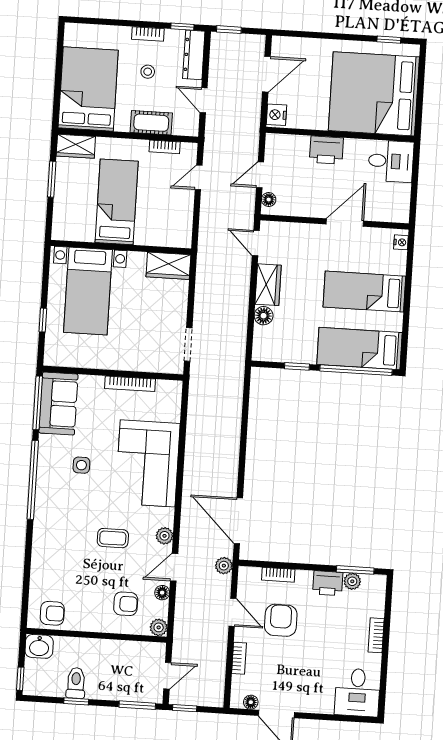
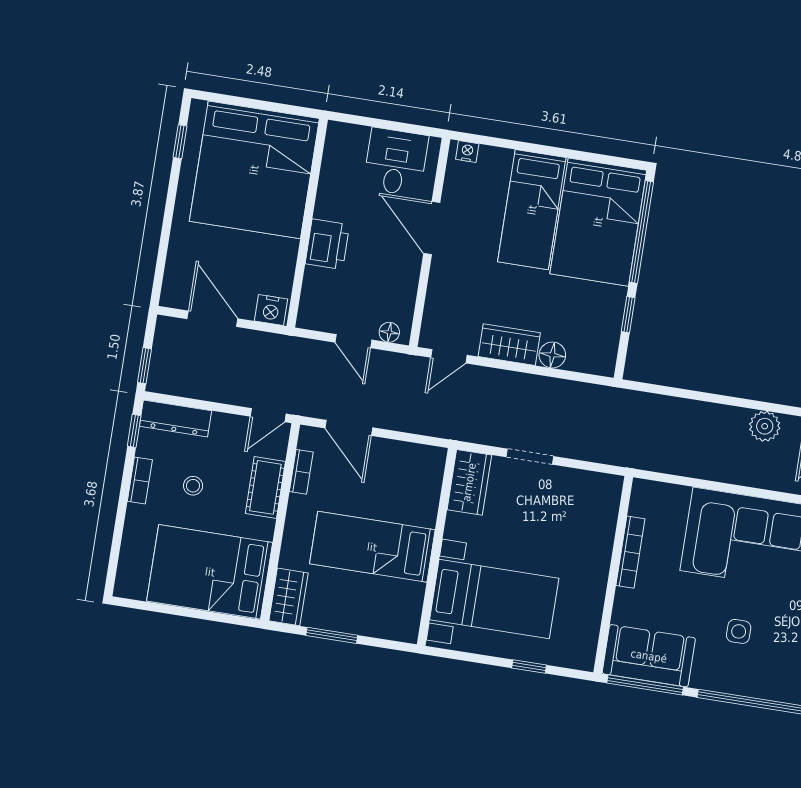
door: (204, 100) -> (268, 415), moved
desk: (391, 161) -> (396, 162), moved
door: (199, 177) -> (349, 428), width x1.38
doorway: (188, 345) -> (530, 457), moved
bed: (359, 349) -> (598, 222), width x1.50
plant: (228, 470) -> (765, 426), added

